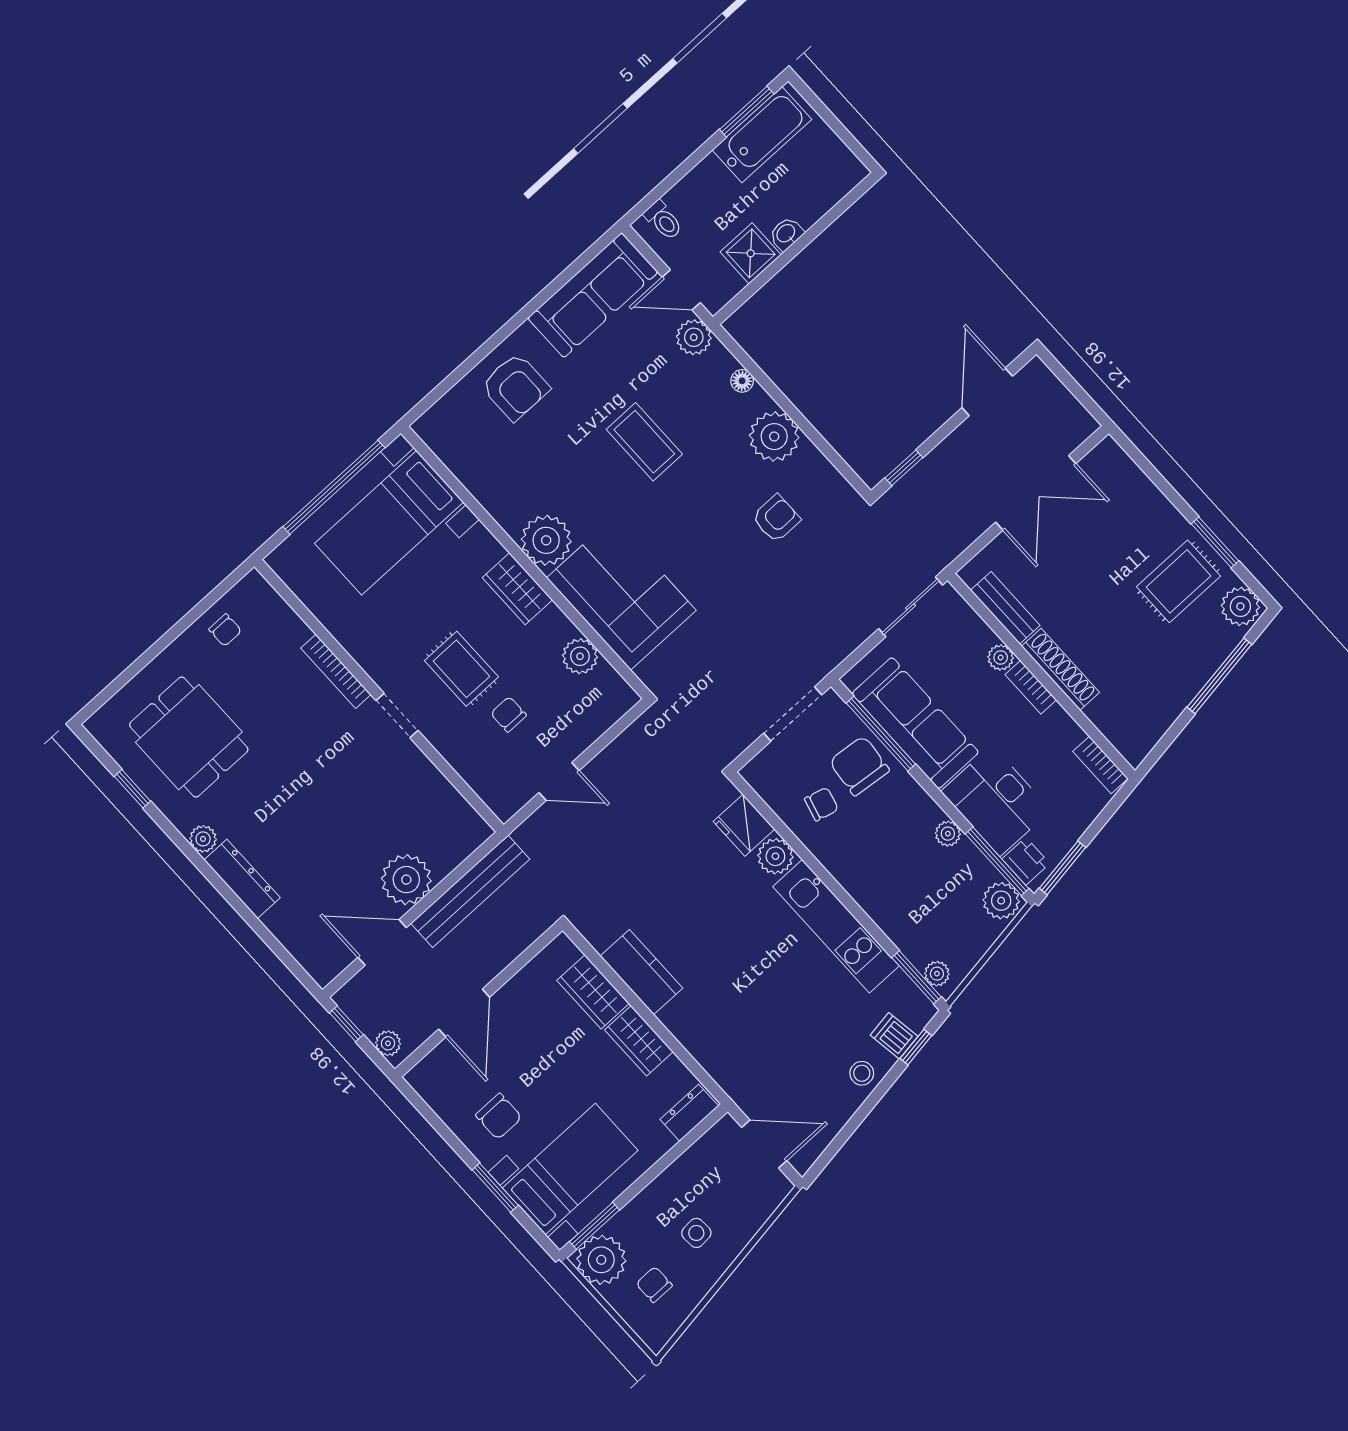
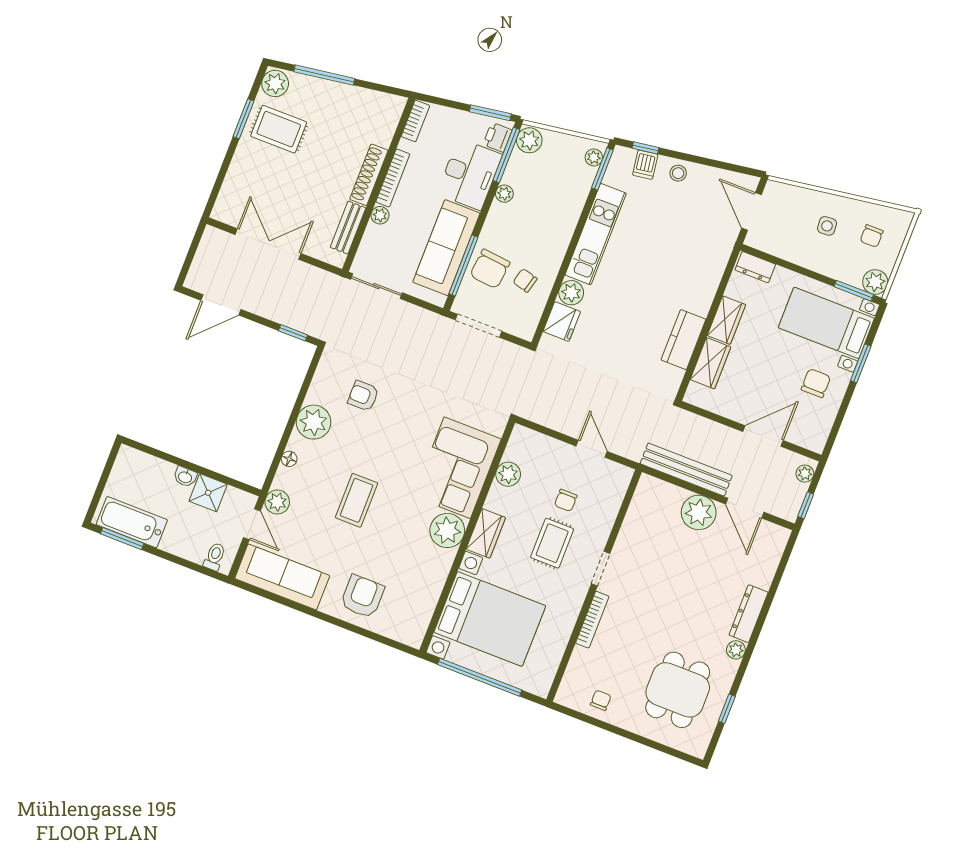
bed with nightstands: (389, 523) -> (490, 619), width x1.36
bookcase: (1031, 687) -> (393, 178), width x1.56
plant: (601, 1260) -> (875, 282), width x0.73, depth x0.73

